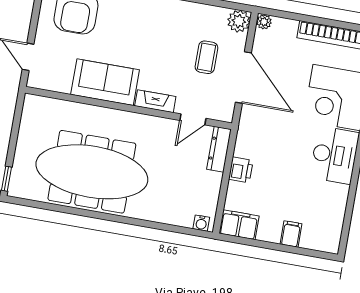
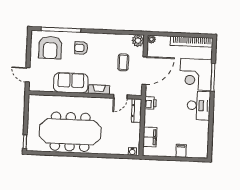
armchair: (133, 21) -> (81, 48), added
door: (243, 77) -> (144, 70), hinge flipped
printer: (241, 170) -> (150, 103), moved
filing cabinet: (239, 225) -> (150, 137), moved, turned 90

